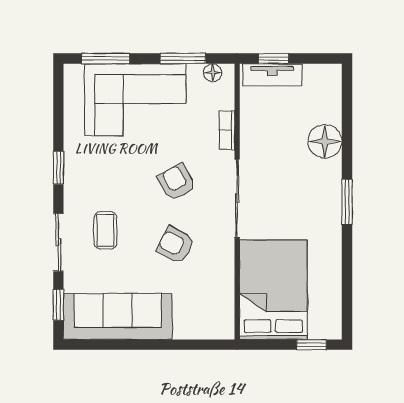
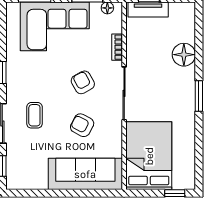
sofa: (118, 316) -> (85, 174), moved

